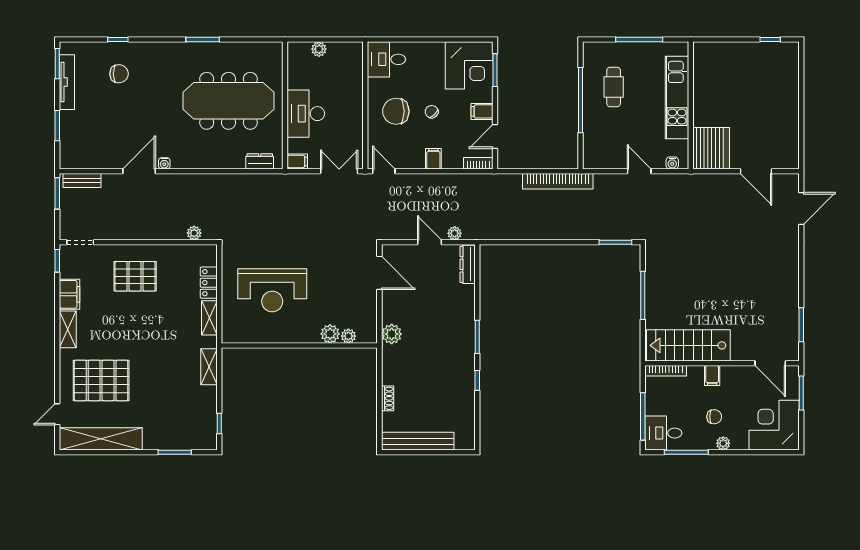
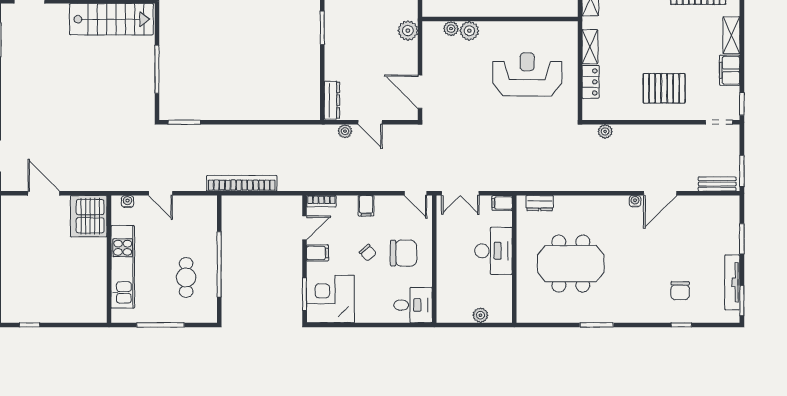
chair: (119, 74) -> (680, 291), turned -90
meeting table: (228, 101) -> (571, 264), width x0.73

